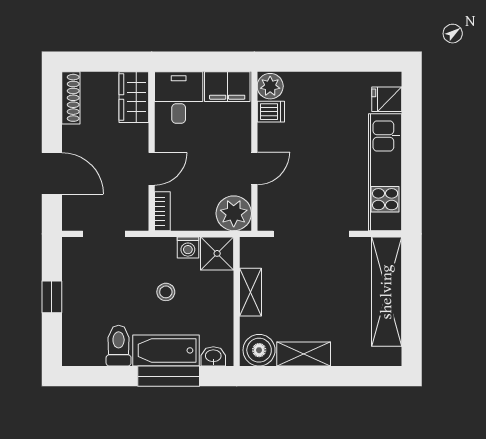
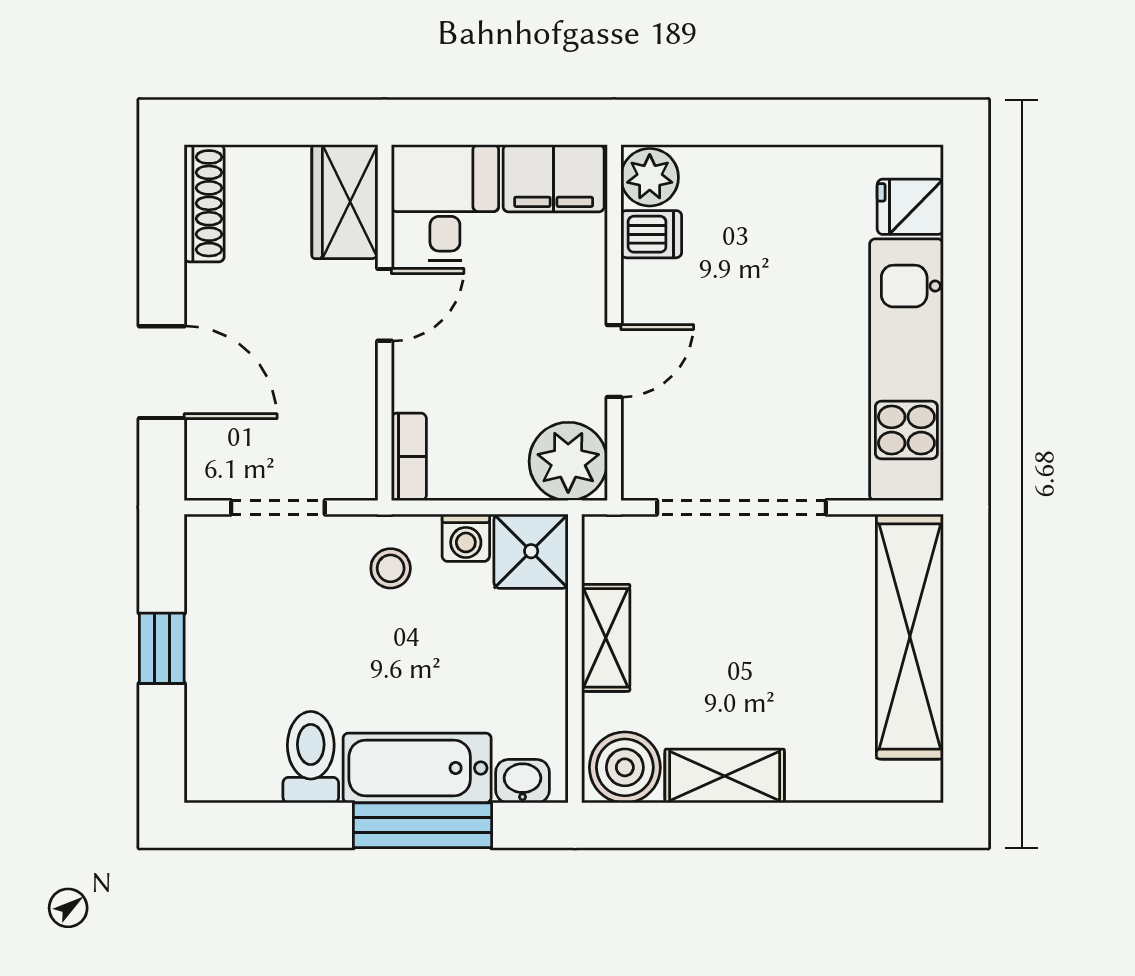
door: (152, 169) -> (385, 305), moved
stool: (166, 292) -> (391, 568), moved

